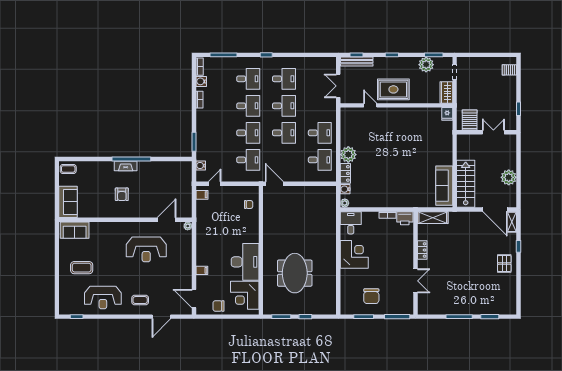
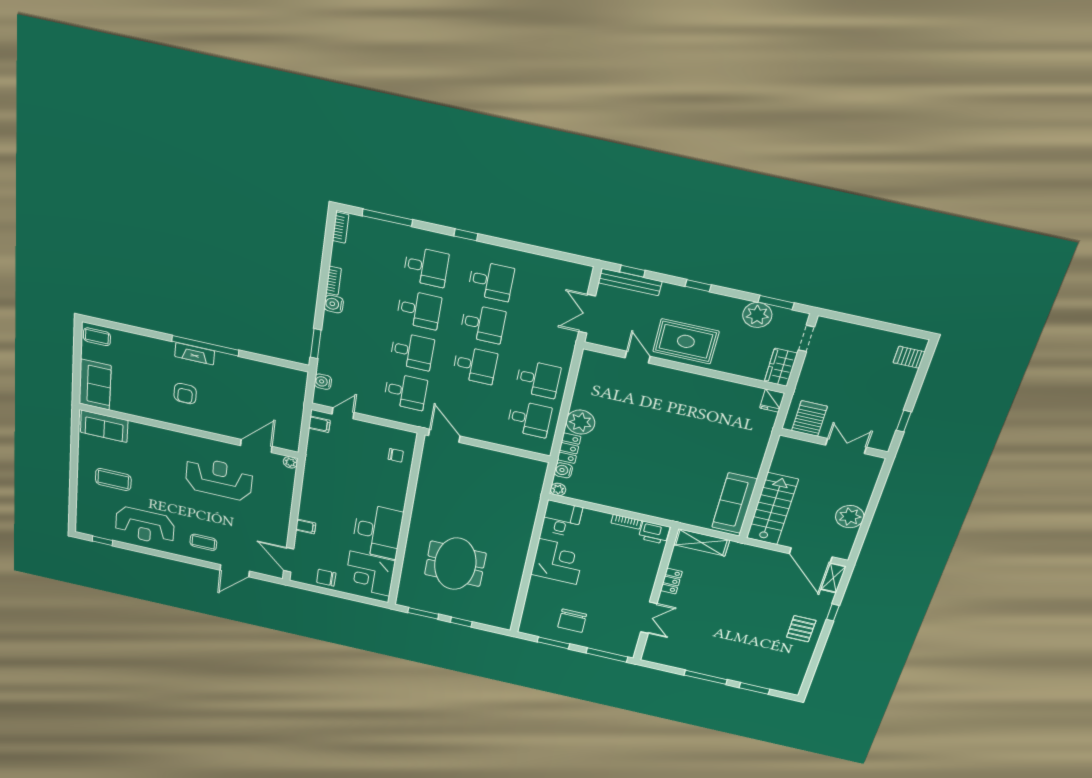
water cooler: (201, 81) -> (334, 304), moved
reception desk: (146, 249) -> (219, 479), turned 180

